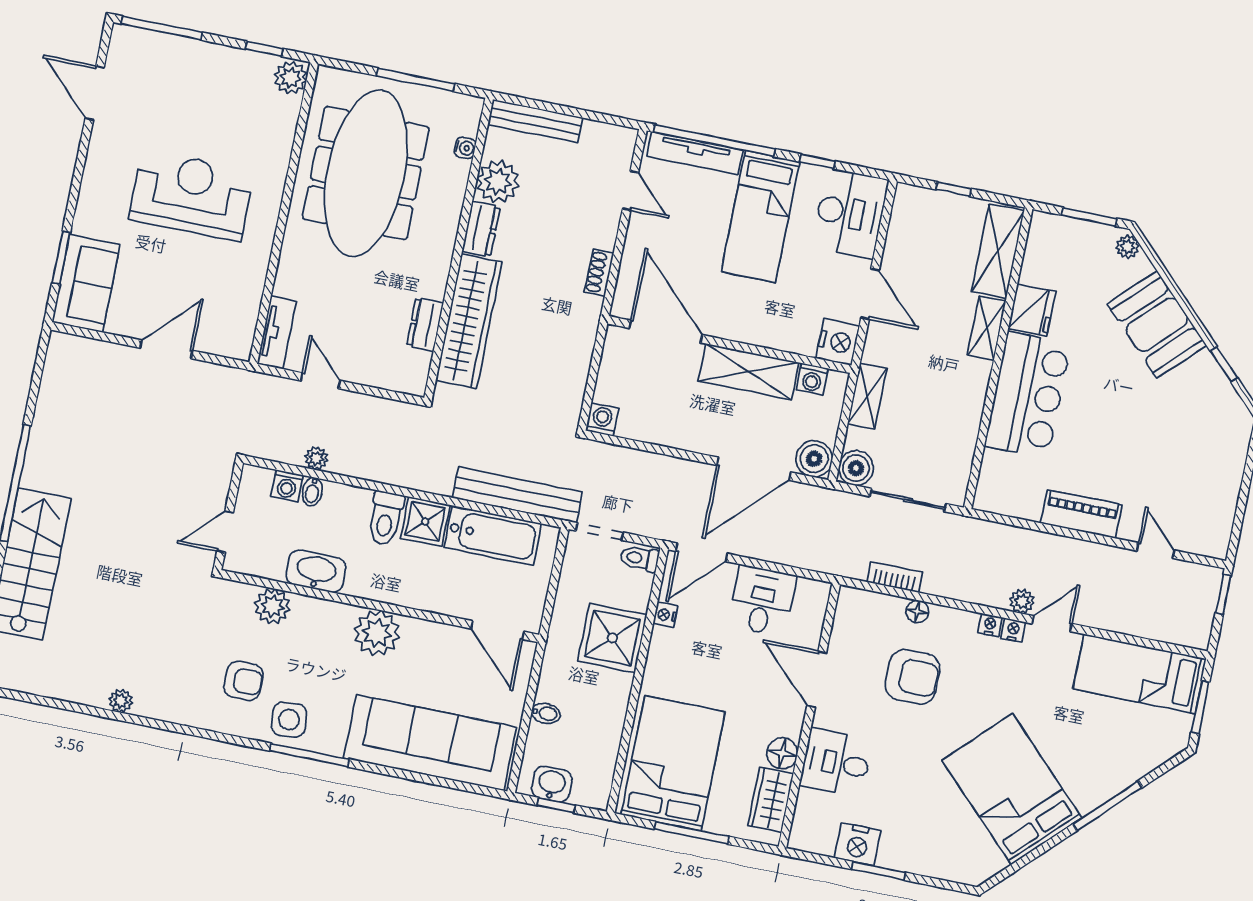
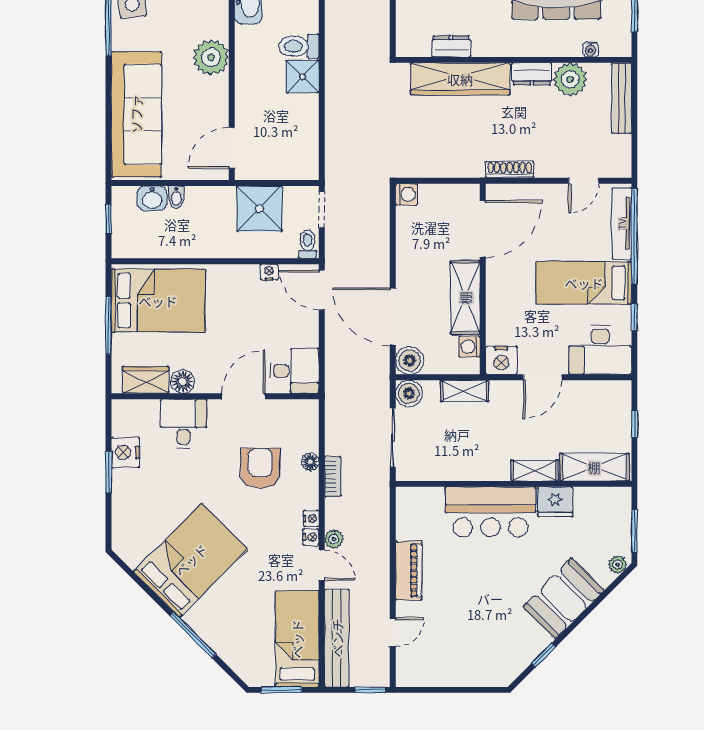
shoe rack: (599, 273) -> (510, 170), width x1.43
bench: (517, 495) -> (337, 638), moved
bathtub: (493, 536) -> (302, 130), removed
bookcase: (895, 577) -> (333, 476), moved
desk: (762, 601) -> (294, 371), moved
shower: (612, 638) -> (259, 209), moved
armchair: (913, 677) -> (260, 468), turned 180
washbasin: (552, 784) -> (152, 198), moved, turned 90

